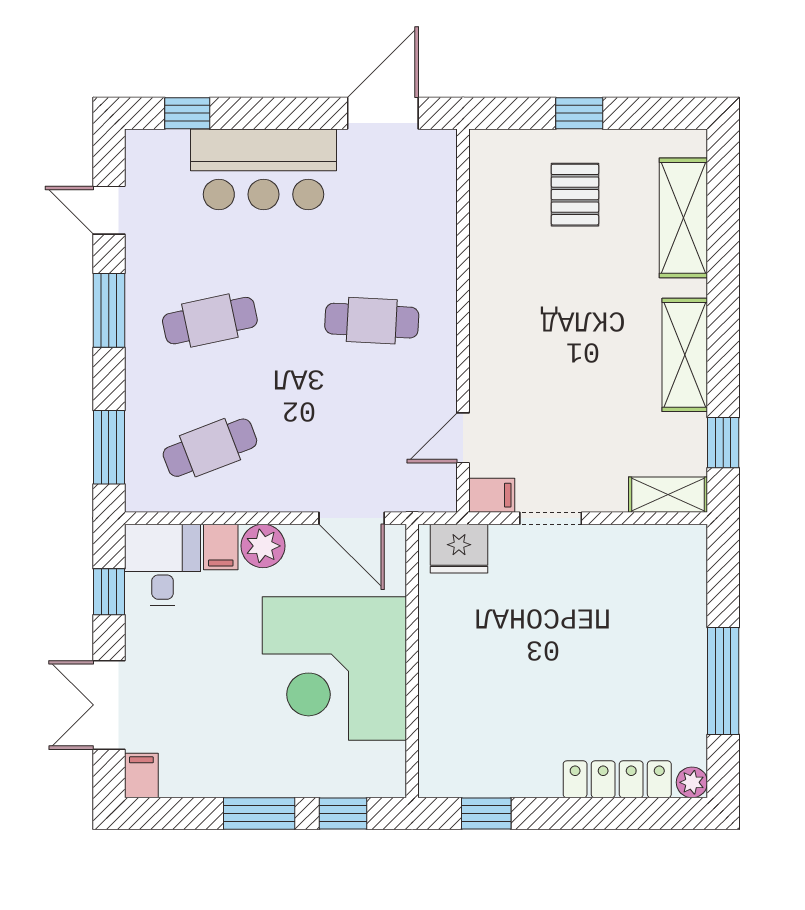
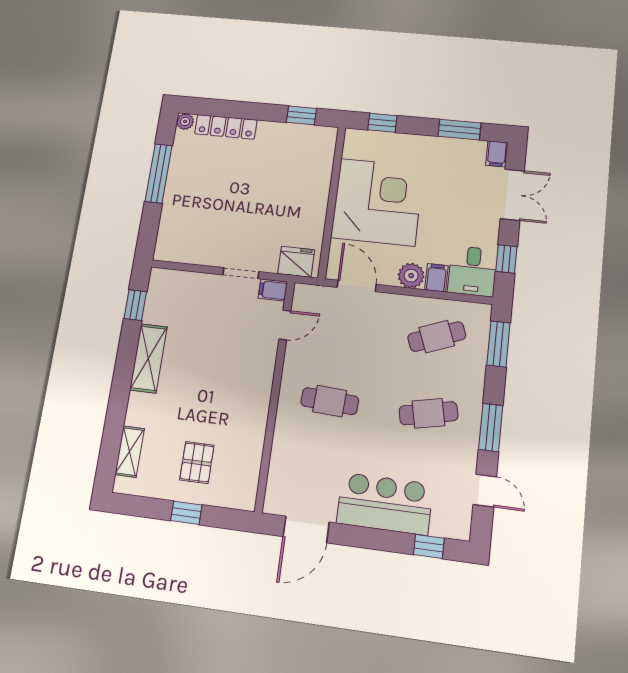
shelving: (683, 218) -> (130, 452), width x0.67, depth x0.75
shelving: (668, 495) -> (172, 279), removed
window: (259, 814) -> (460, 130), moved

